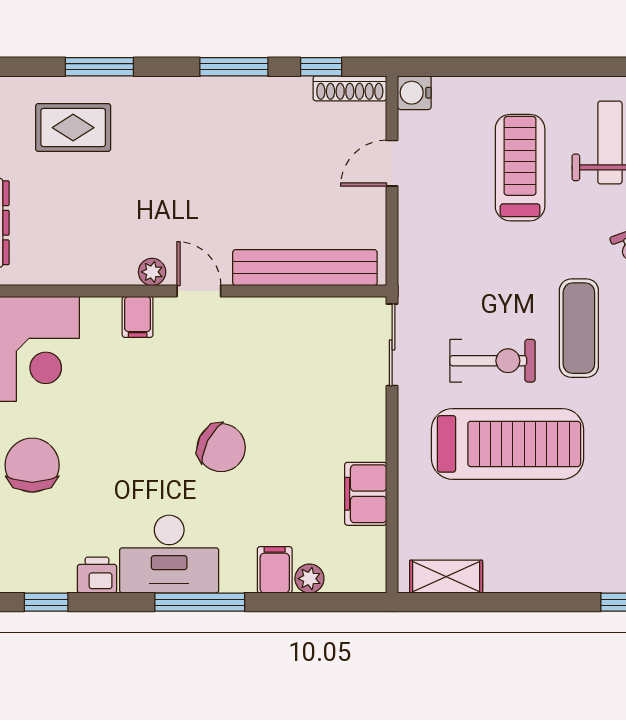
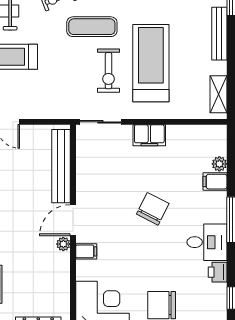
door: (199, 291) -> (73, 220), width x1.38
exercise bike: (493, 361) -> (108, 71), turned 180
filing cabinet: (366, 494) -> (149, 135), moved
desk: (169, 554) -> (207, 242), width x0.73
bench: (565, 578) -> (219, 34), added

